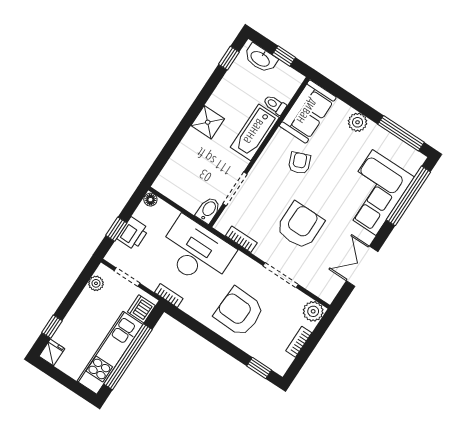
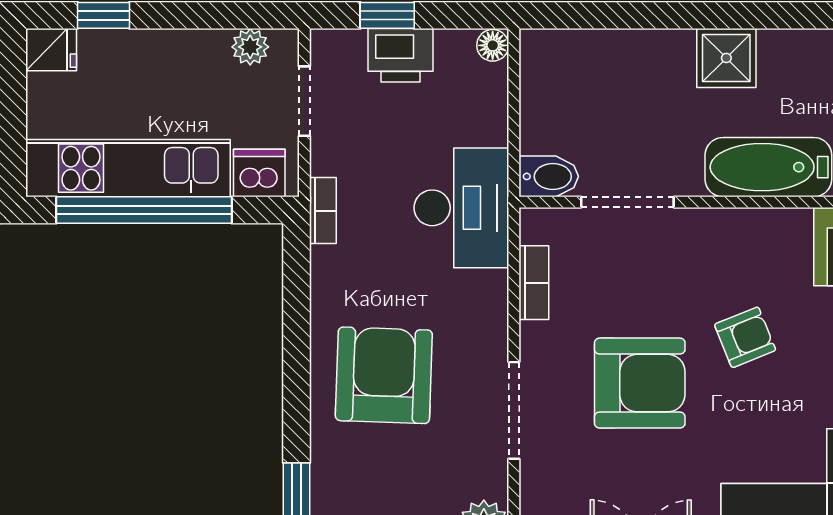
armchair: (299, 163) -> (745, 337), moved
desk: (196, 252) -> (461, 208), width x0.73, depth x0.77

